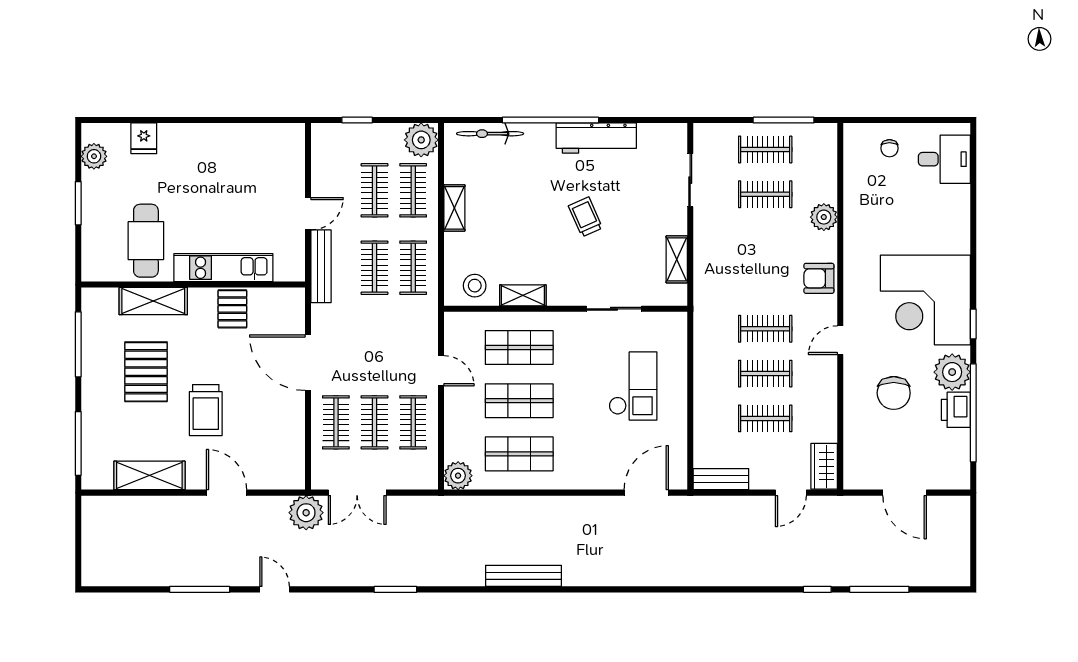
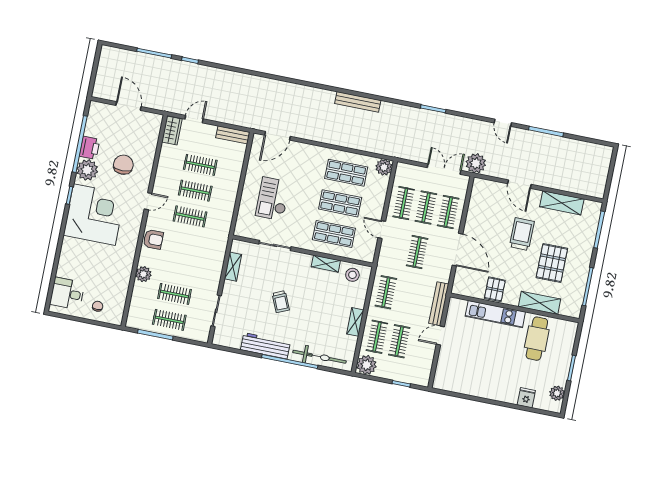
bicycle: (490, 134) -> (319, 357), width x1.37, depth x1.40
clothes rail: (375, 268) -> (417, 252), moved

